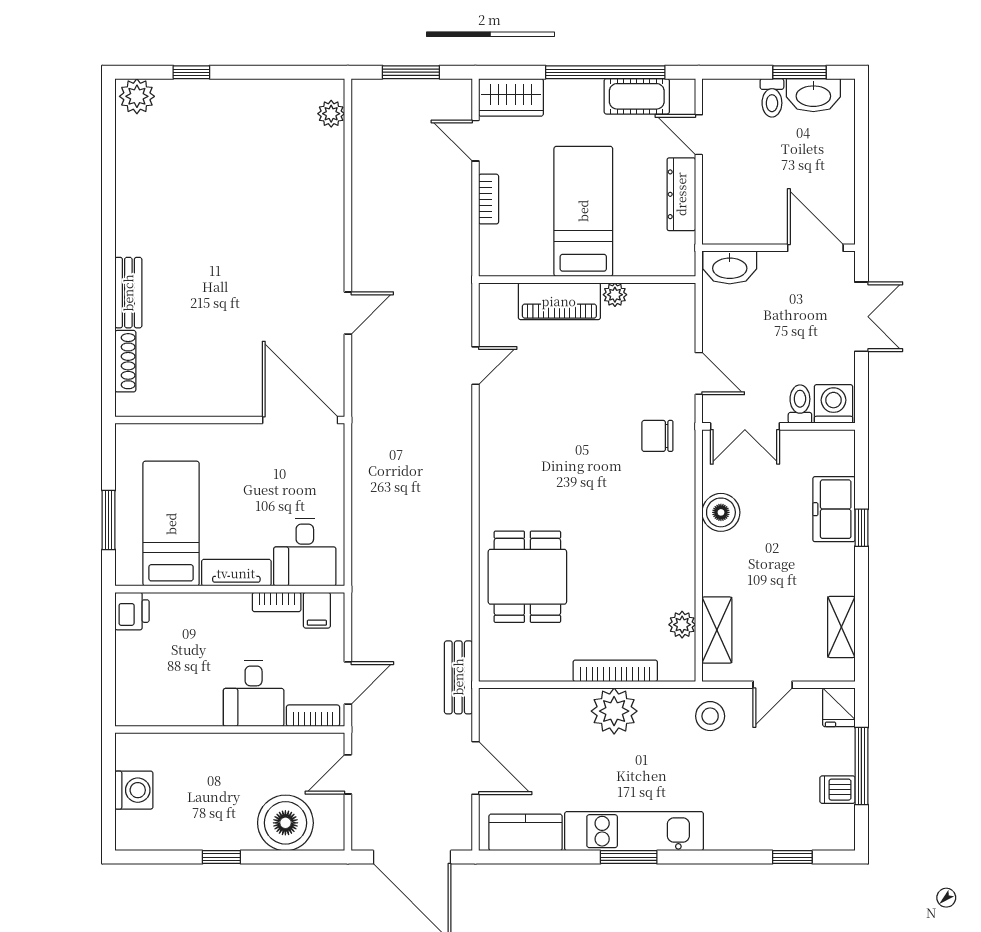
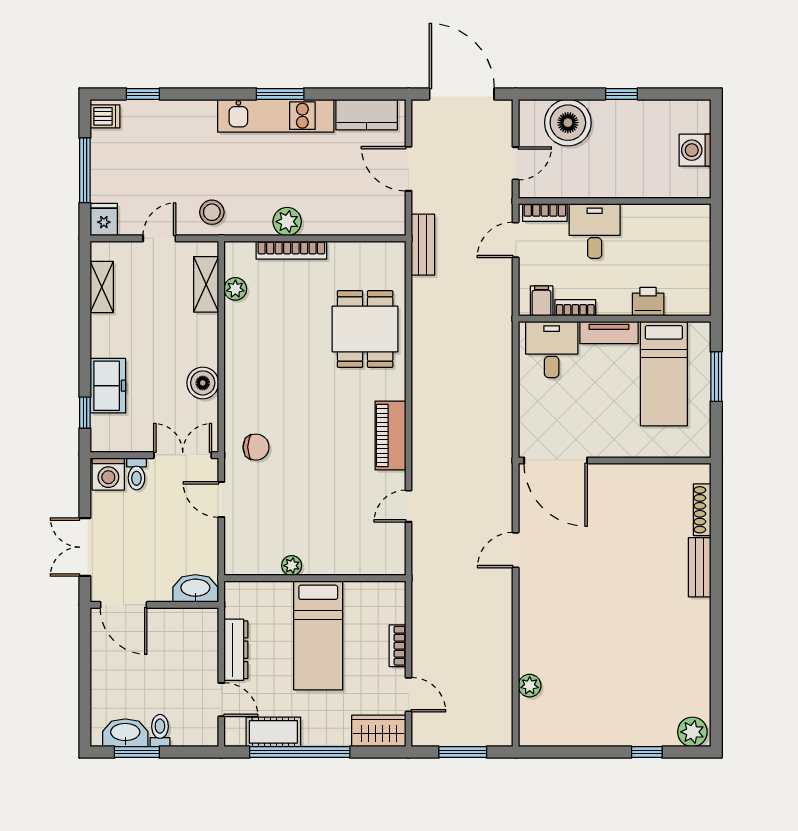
plant: (331, 114) -> (530, 686), moved
piano: (559, 301) -> (390, 435), moved, turned -90
window: (861, 528) -> (85, 413), moved
printer: (132, 611) -> (648, 302), moved, turned 90
plant: (614, 711) -> (287, 222), width x0.73, depth x0.73
dishwasher: (837, 790) -> (105, 116), moved

